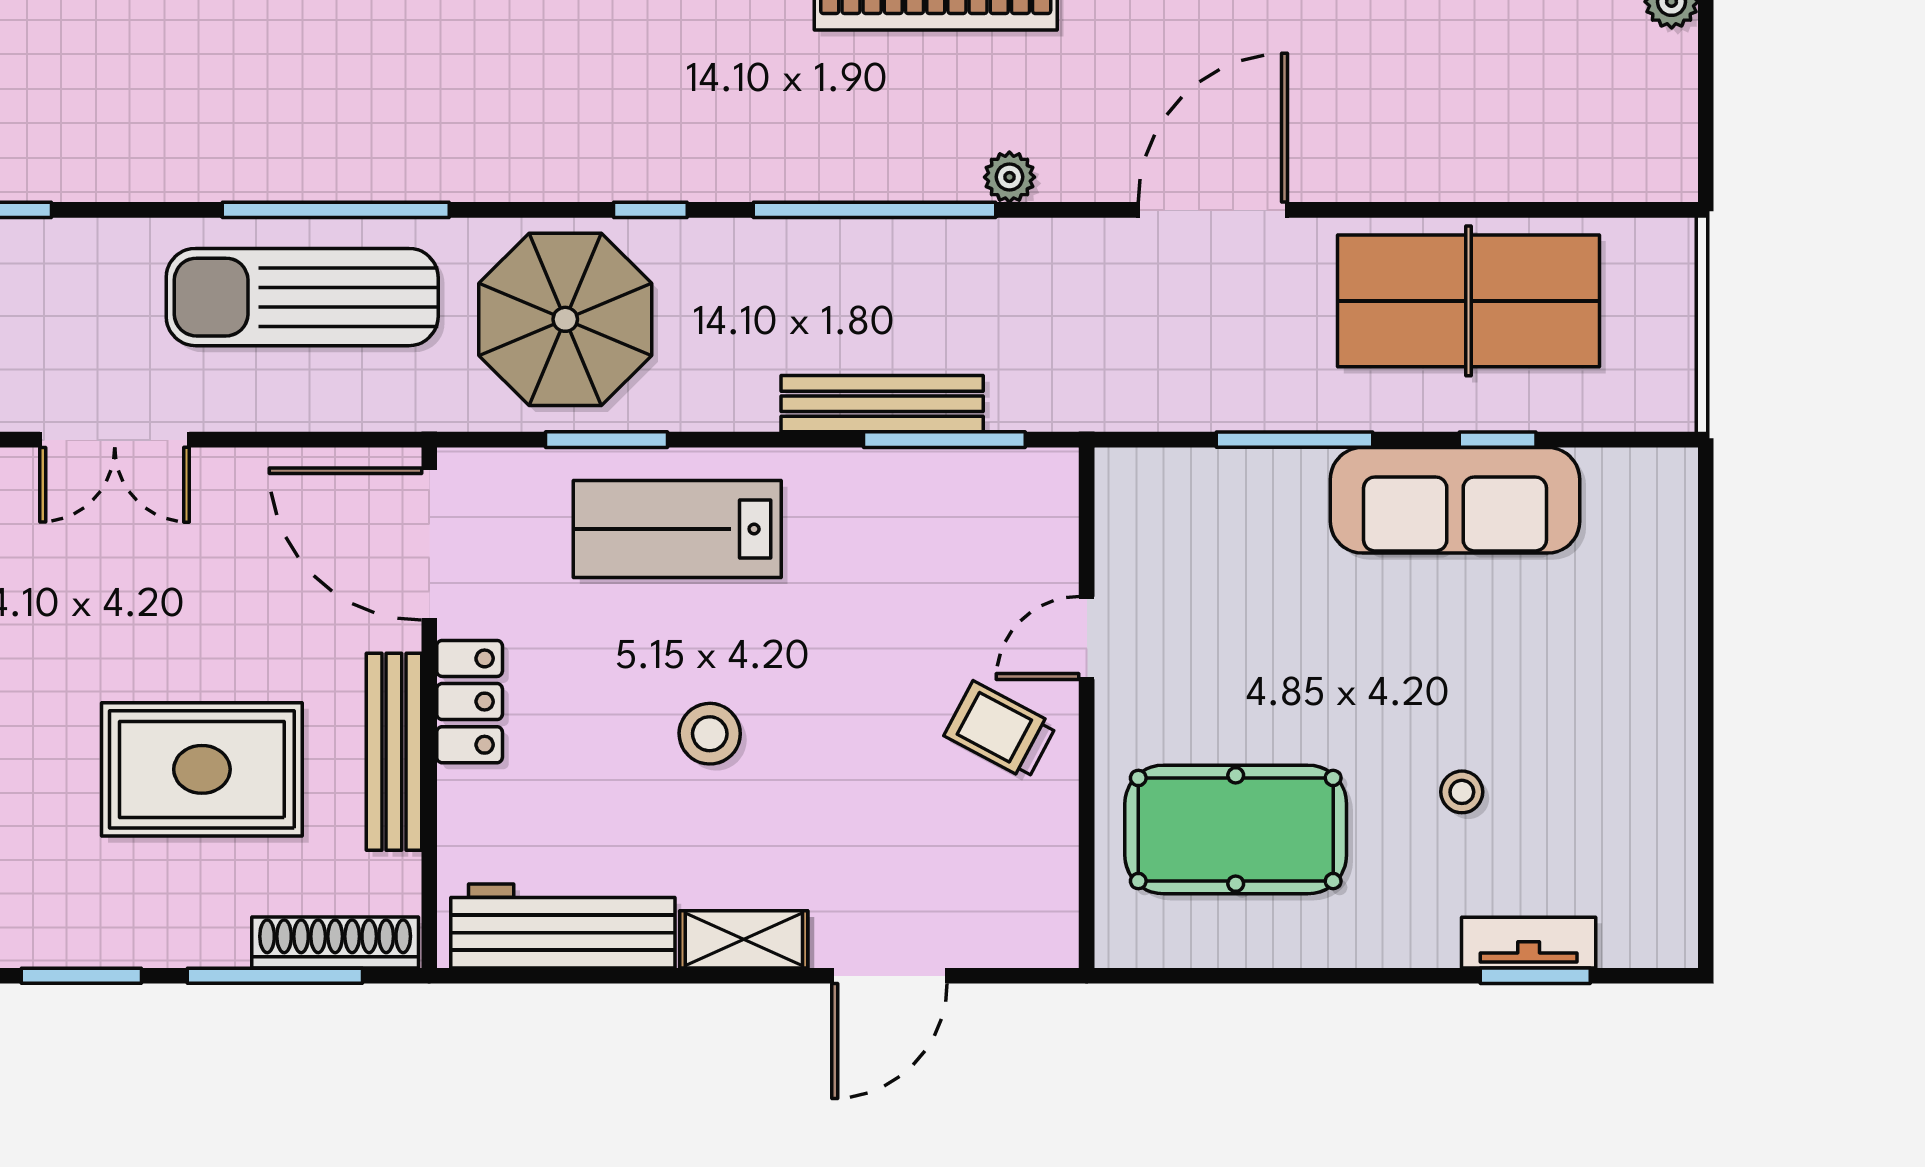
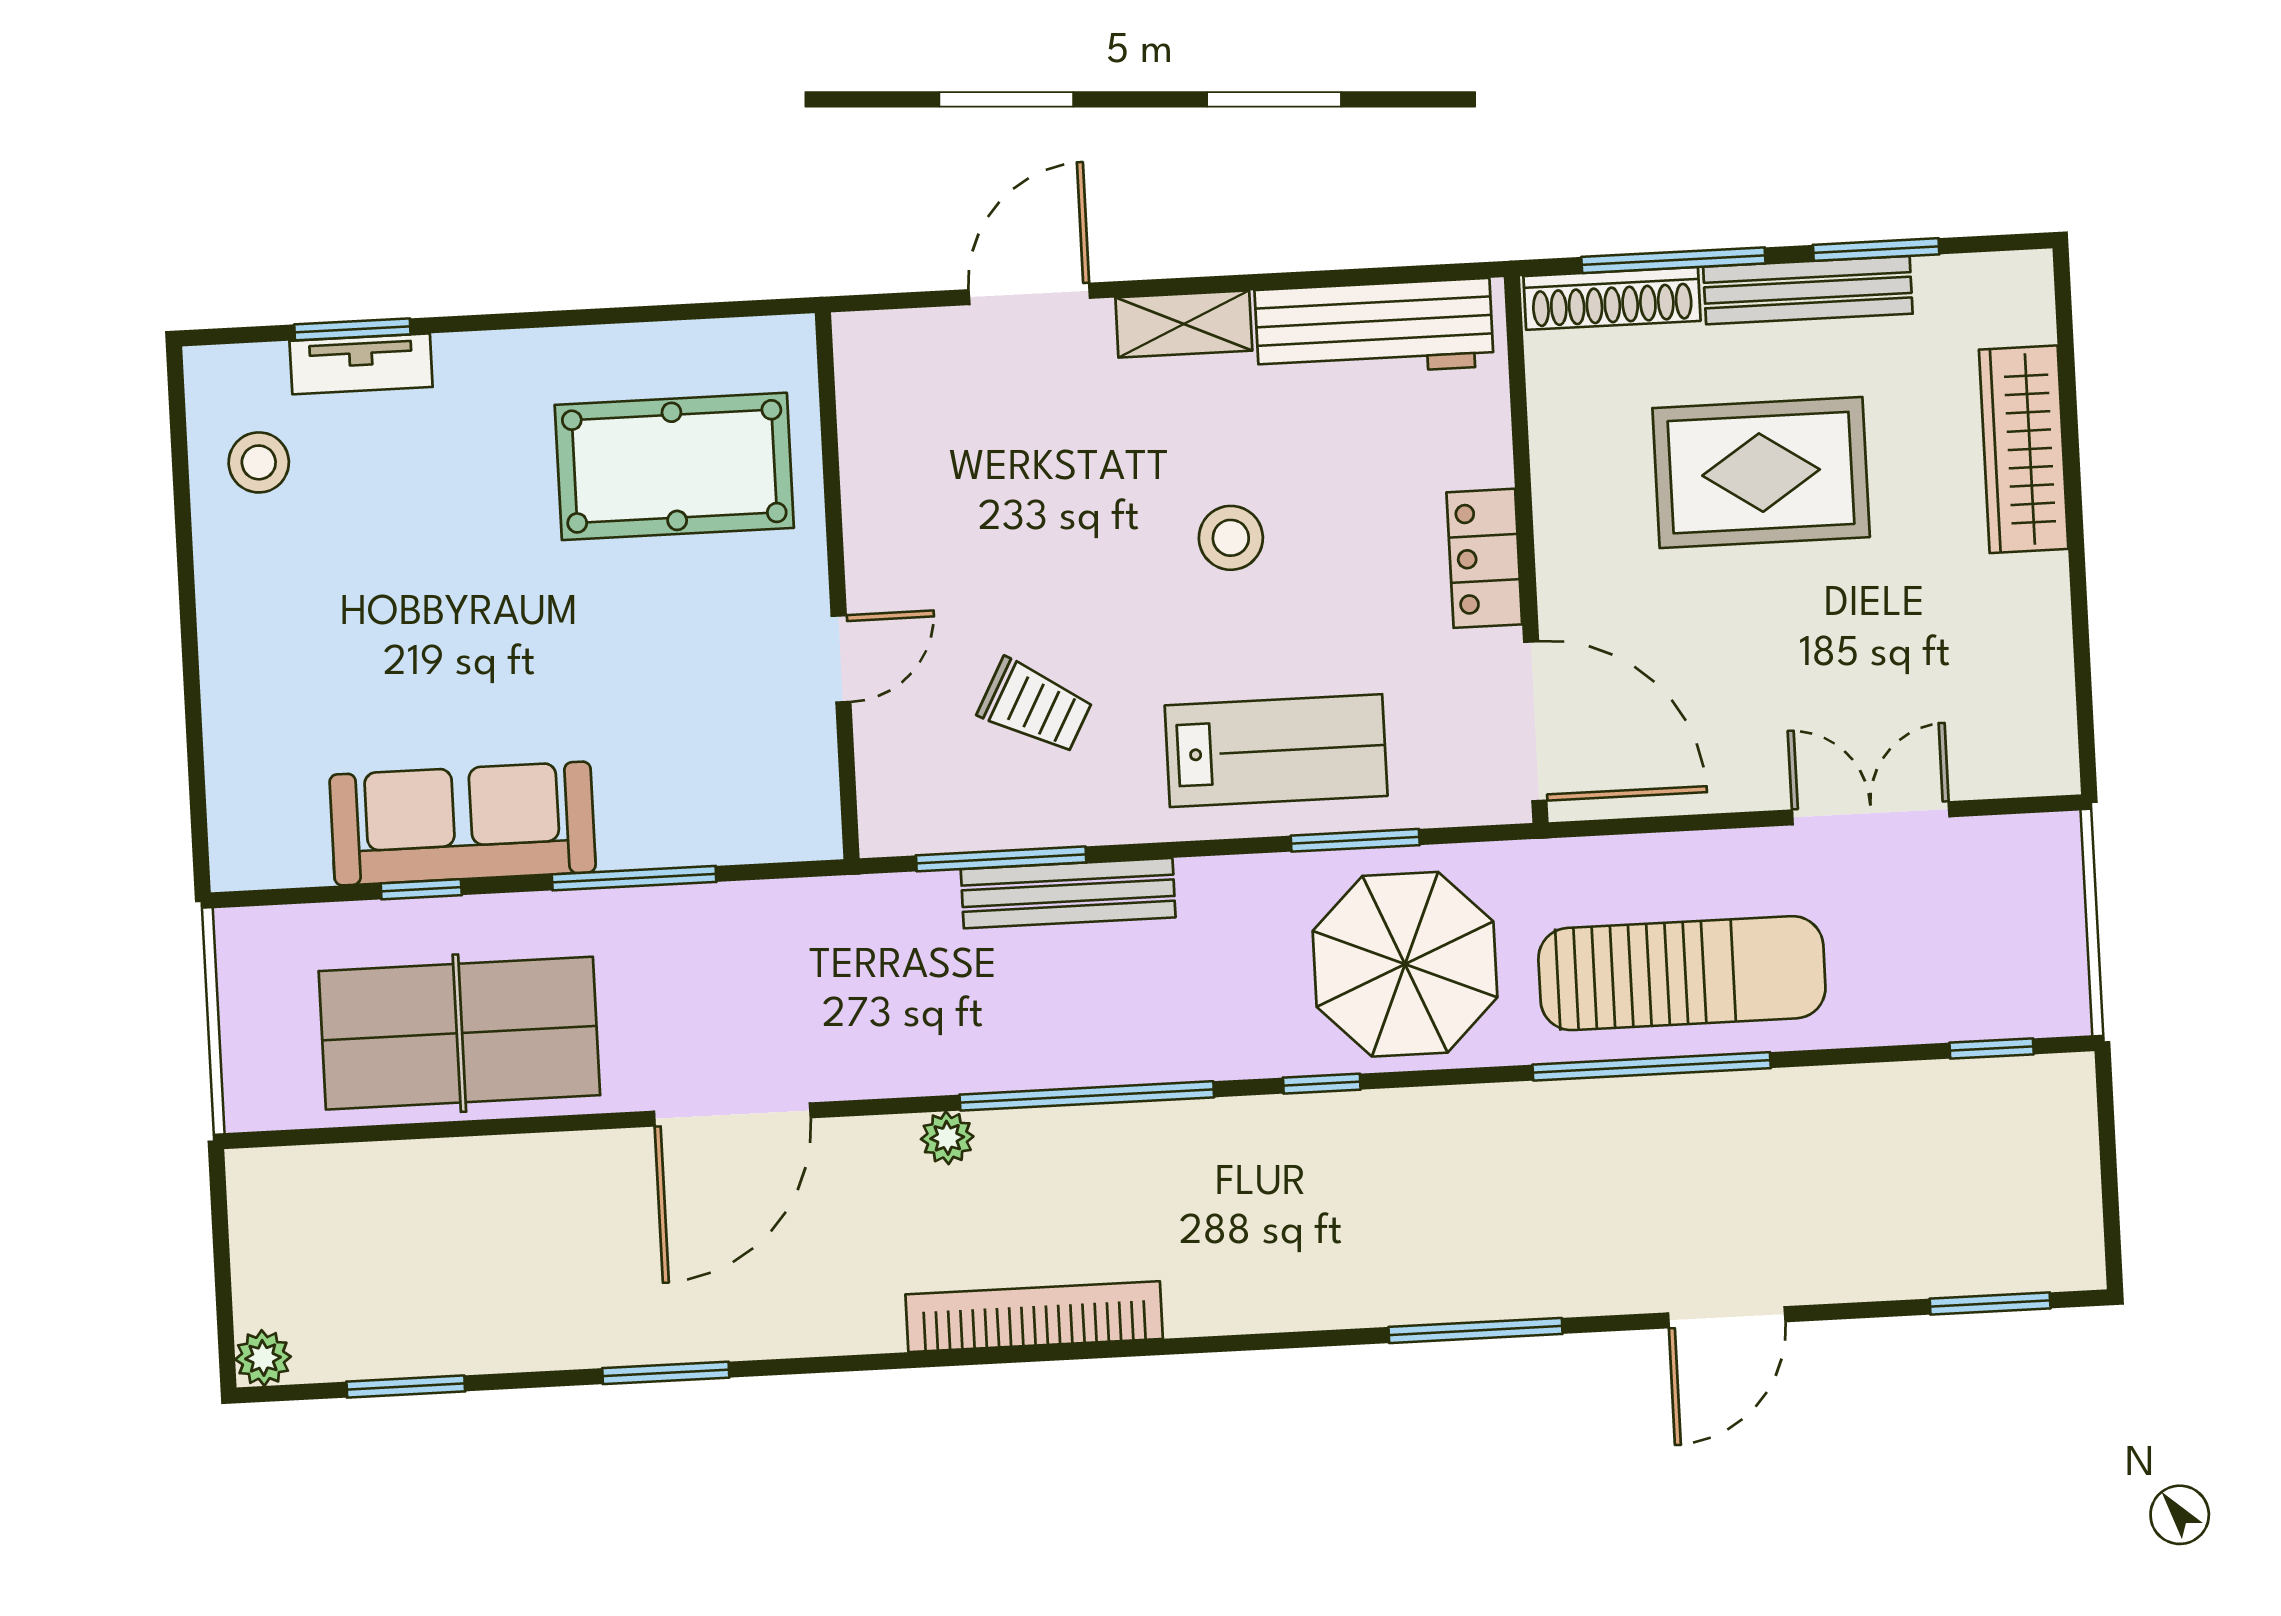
trolley: (1000, 730) -> (1035, 706), moved
bench: (394, 752) -> (1808, 290), moved, turned 90
stool: (1462, 792) -> (259, 462), moved, width x1.37, depth x1.37

